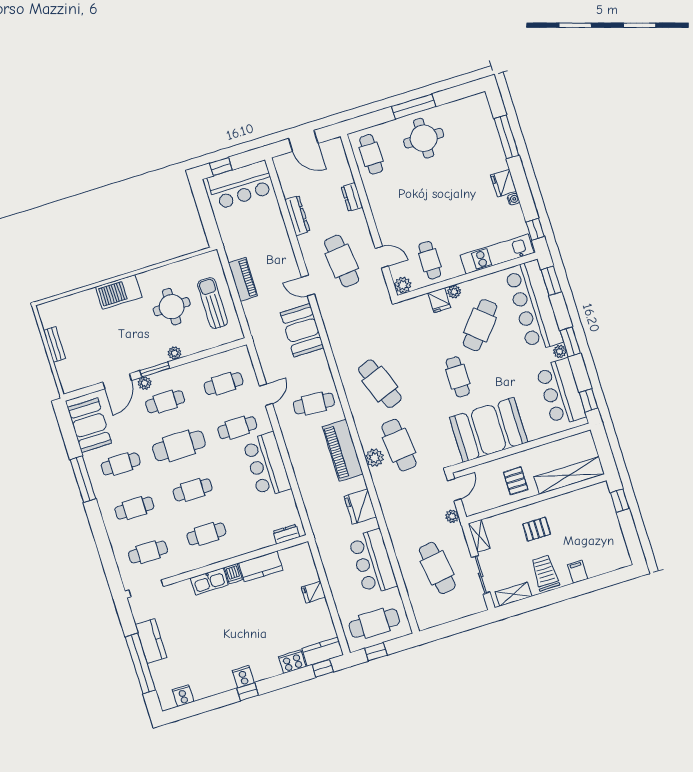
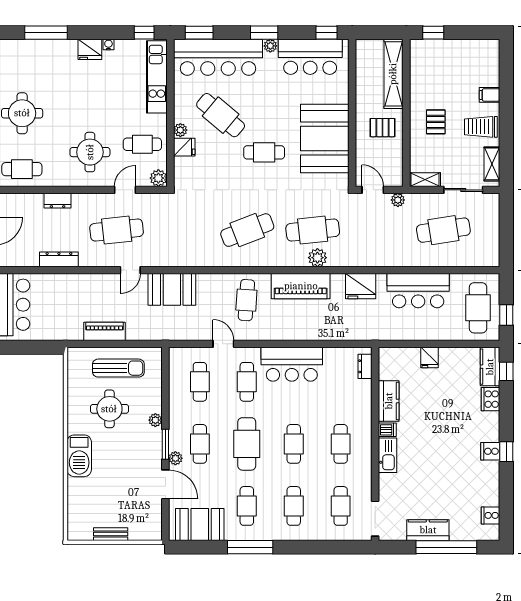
round table: (407, 213) -> (90, 152), added
sun lounger: (213, 303) -> (118, 368), turned 180

